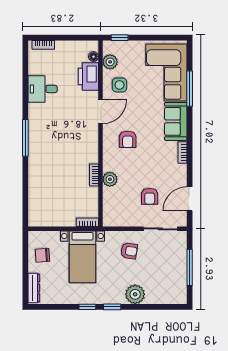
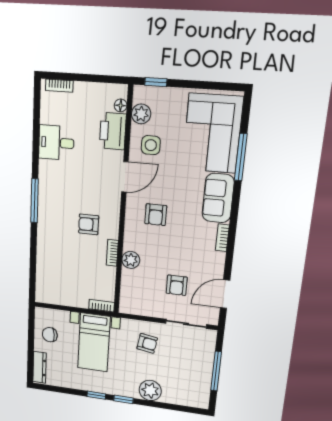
armchair: (73, 153) -> (89, 224), added

